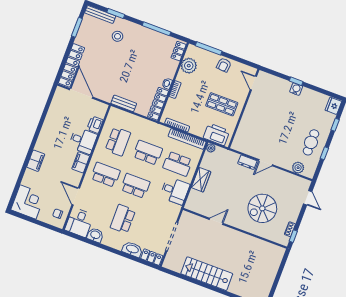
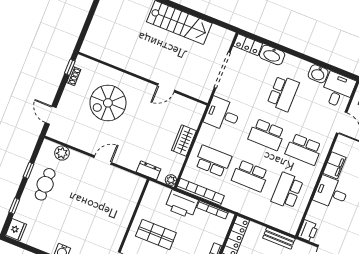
printer: (95, 125) -> (308, 231), moved
printer: (216, 134) -> (182, 204), moved
dresser: (247, 162) -> (149, 170), moved
desk: (175, 191) -> (222, 114), moved
spiral stairs: (262, 208) -> (108, 103), turned 180

